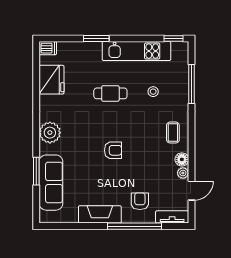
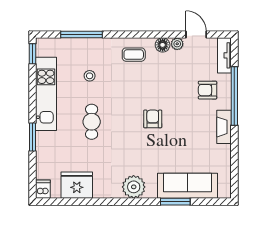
fireplace: (100, 214) -> (224, 127), width x0.73, depth x0.76

